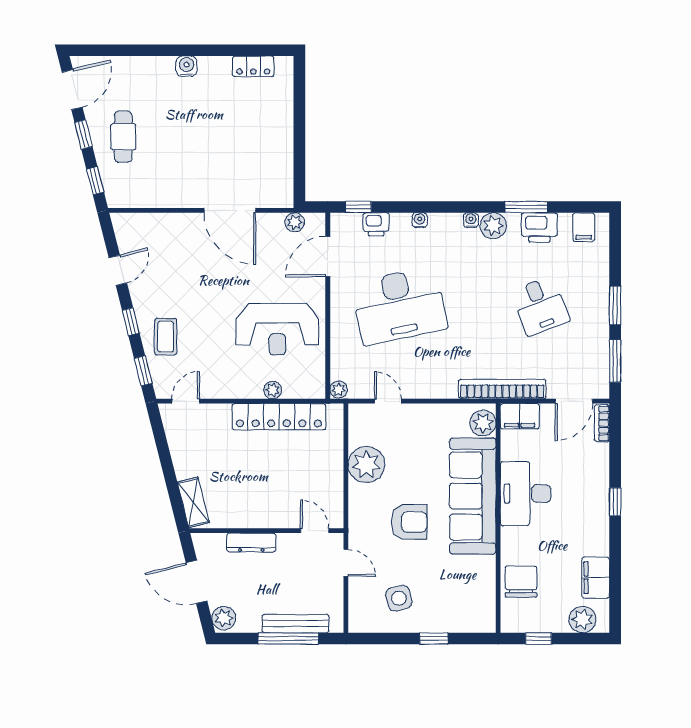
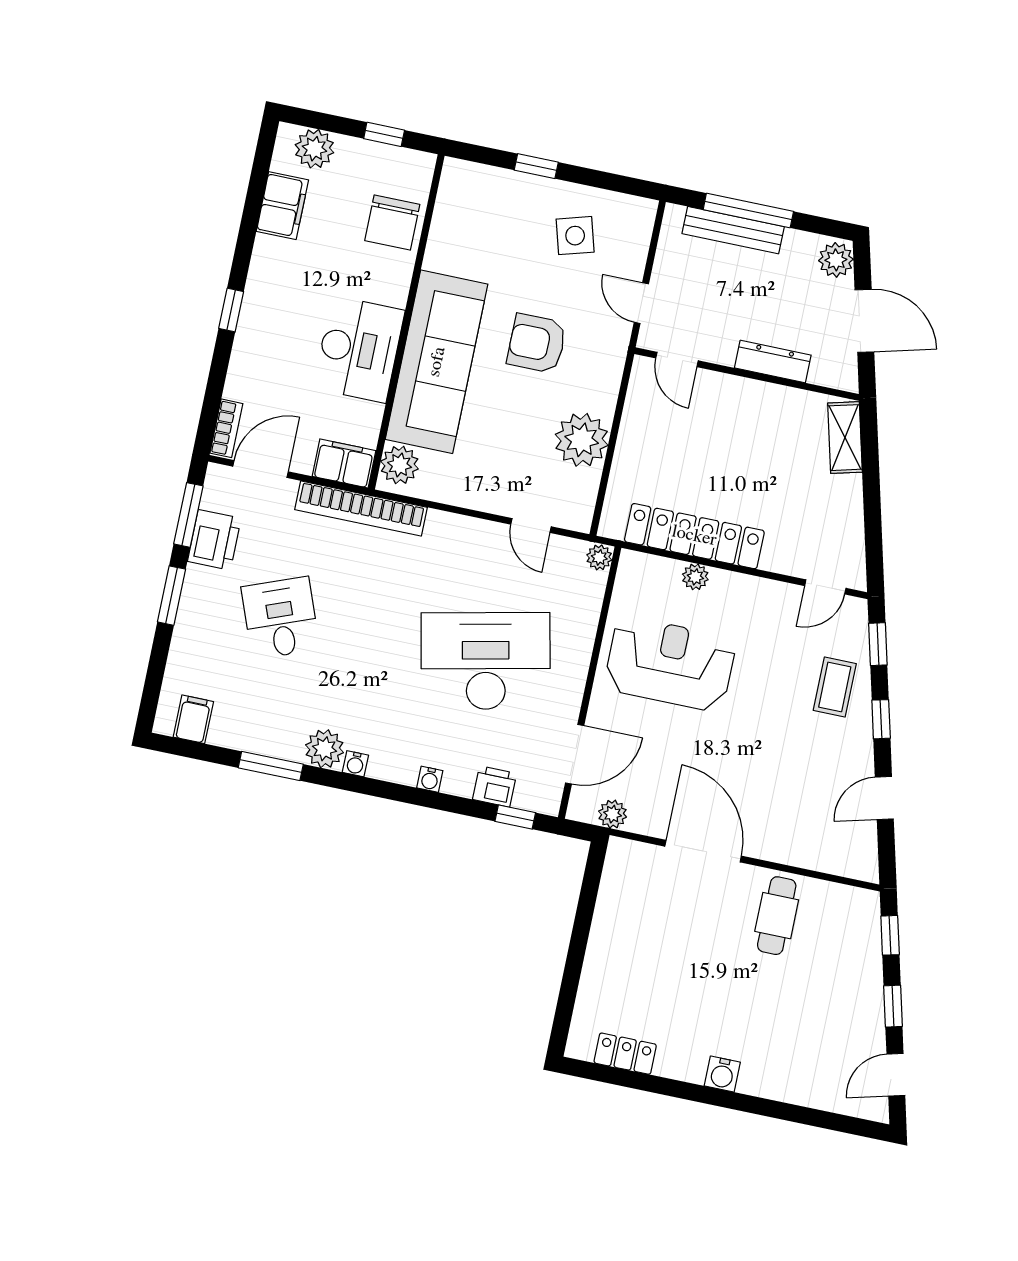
door: (72, 90) -> (896, 1075), width x0.73
cafe table: (123, 137) -> (777, 916), moved
printer: (539, 227) -> (214, 540), moved, turned 90

